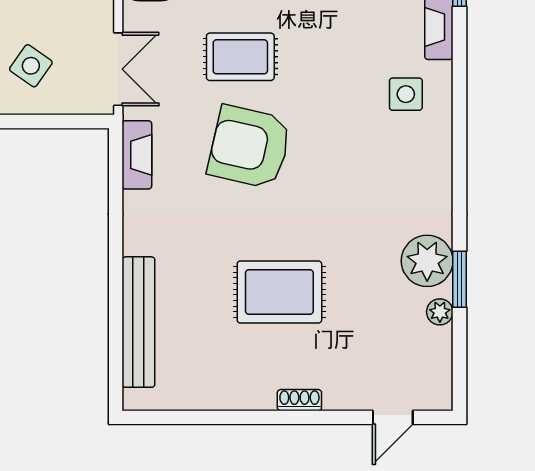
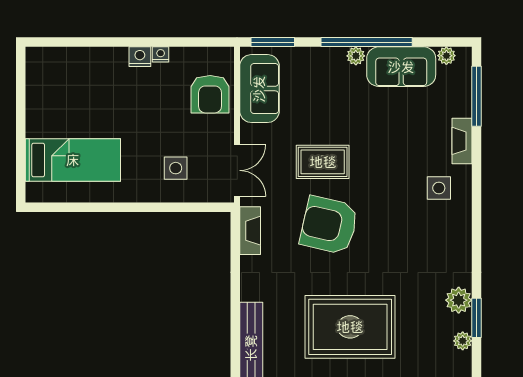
side table: (31, 66) -> (176, 168), turned -35
plant: (427, 261) -> (459, 300), width x0.73, depth x0.73
rug: (279, 292) -> (350, 327), width x1.37, depth x1.44

